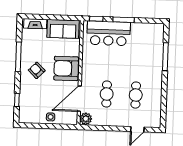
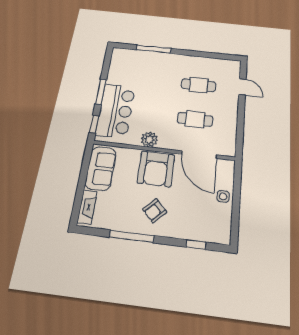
plant: (86, 119) -> (149, 139), moved

